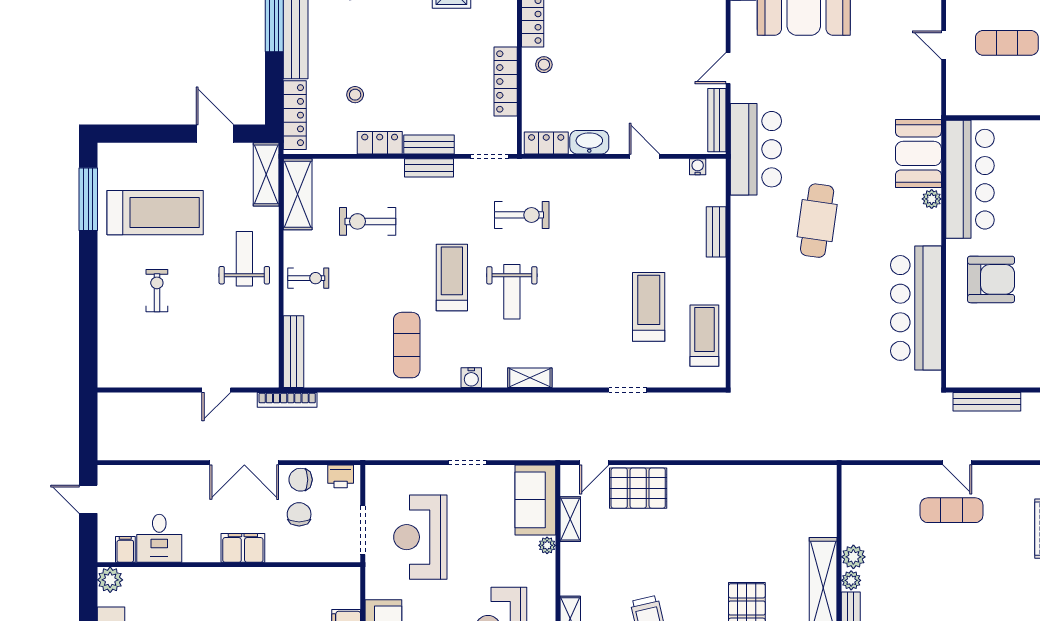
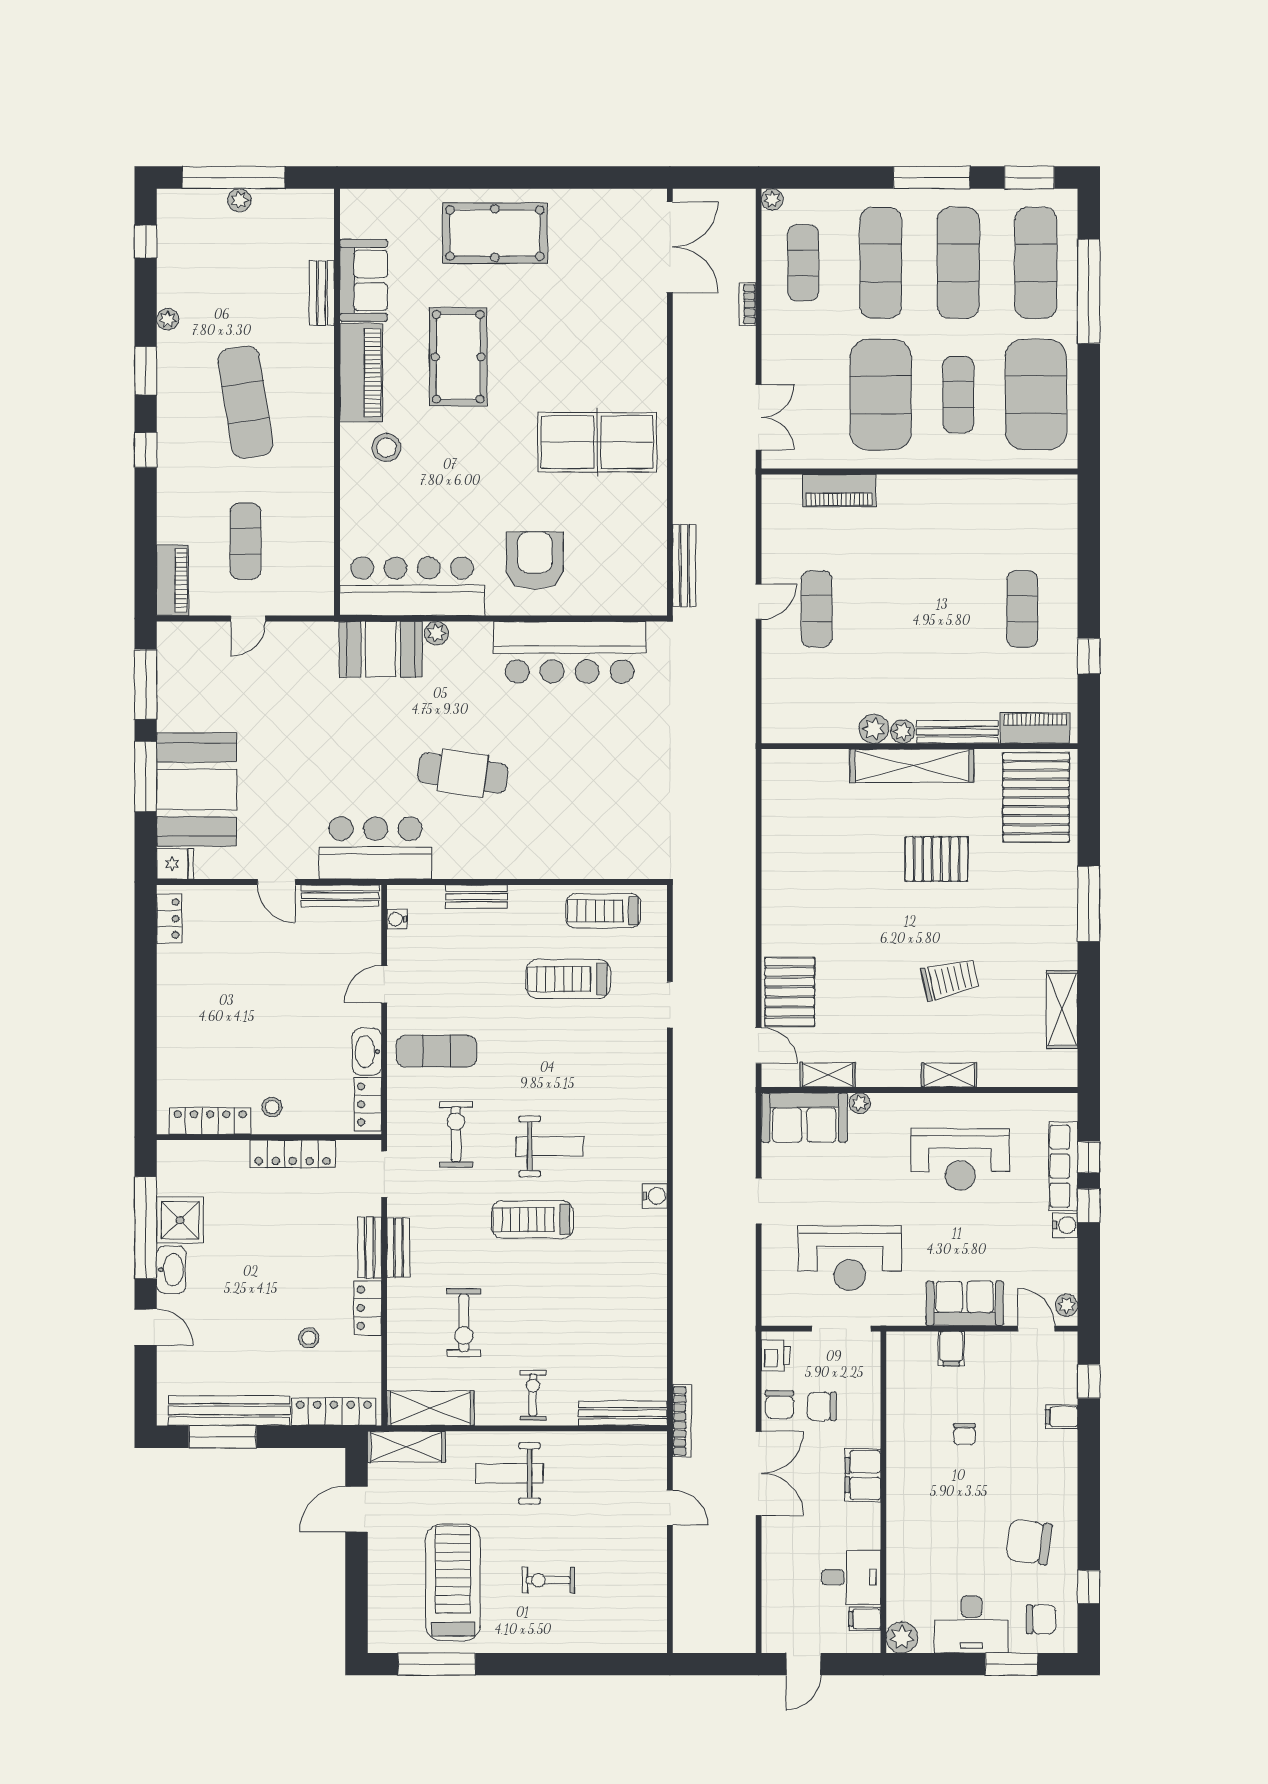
exercise mat: (407, 345) -> (436, 1051), moved
shelving: (530, 378) -> (655, 1124), removed

